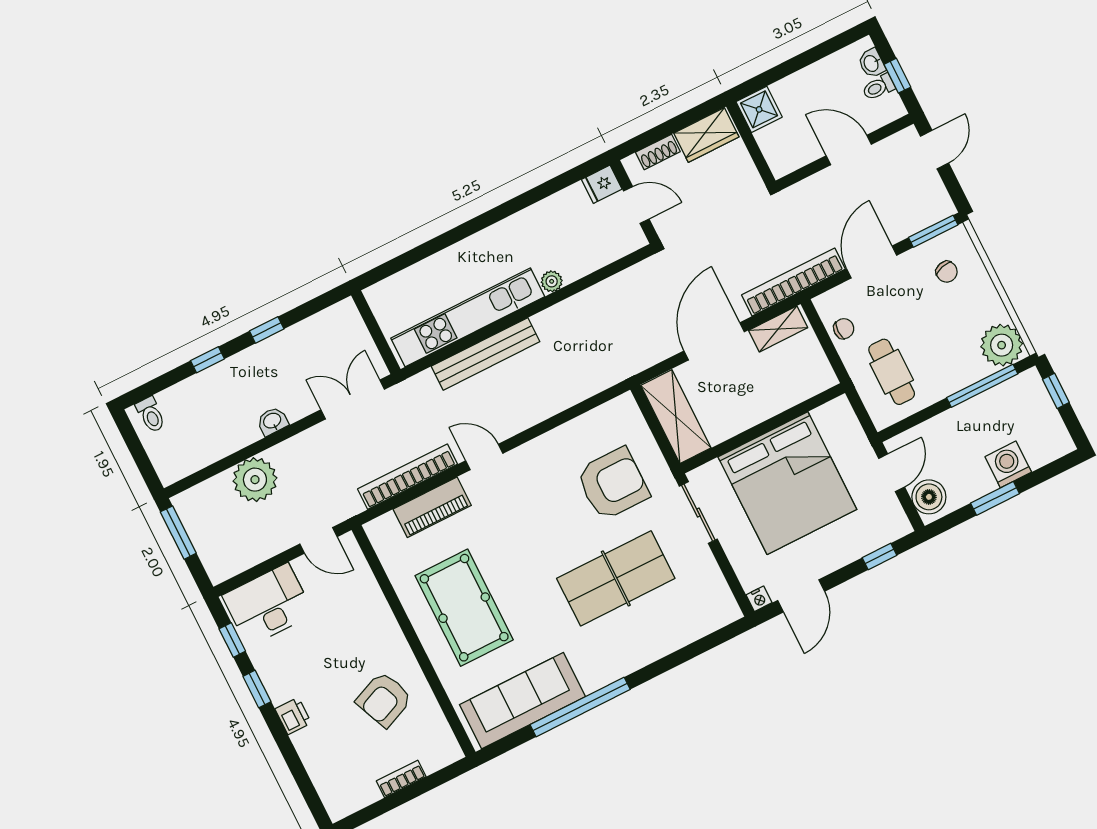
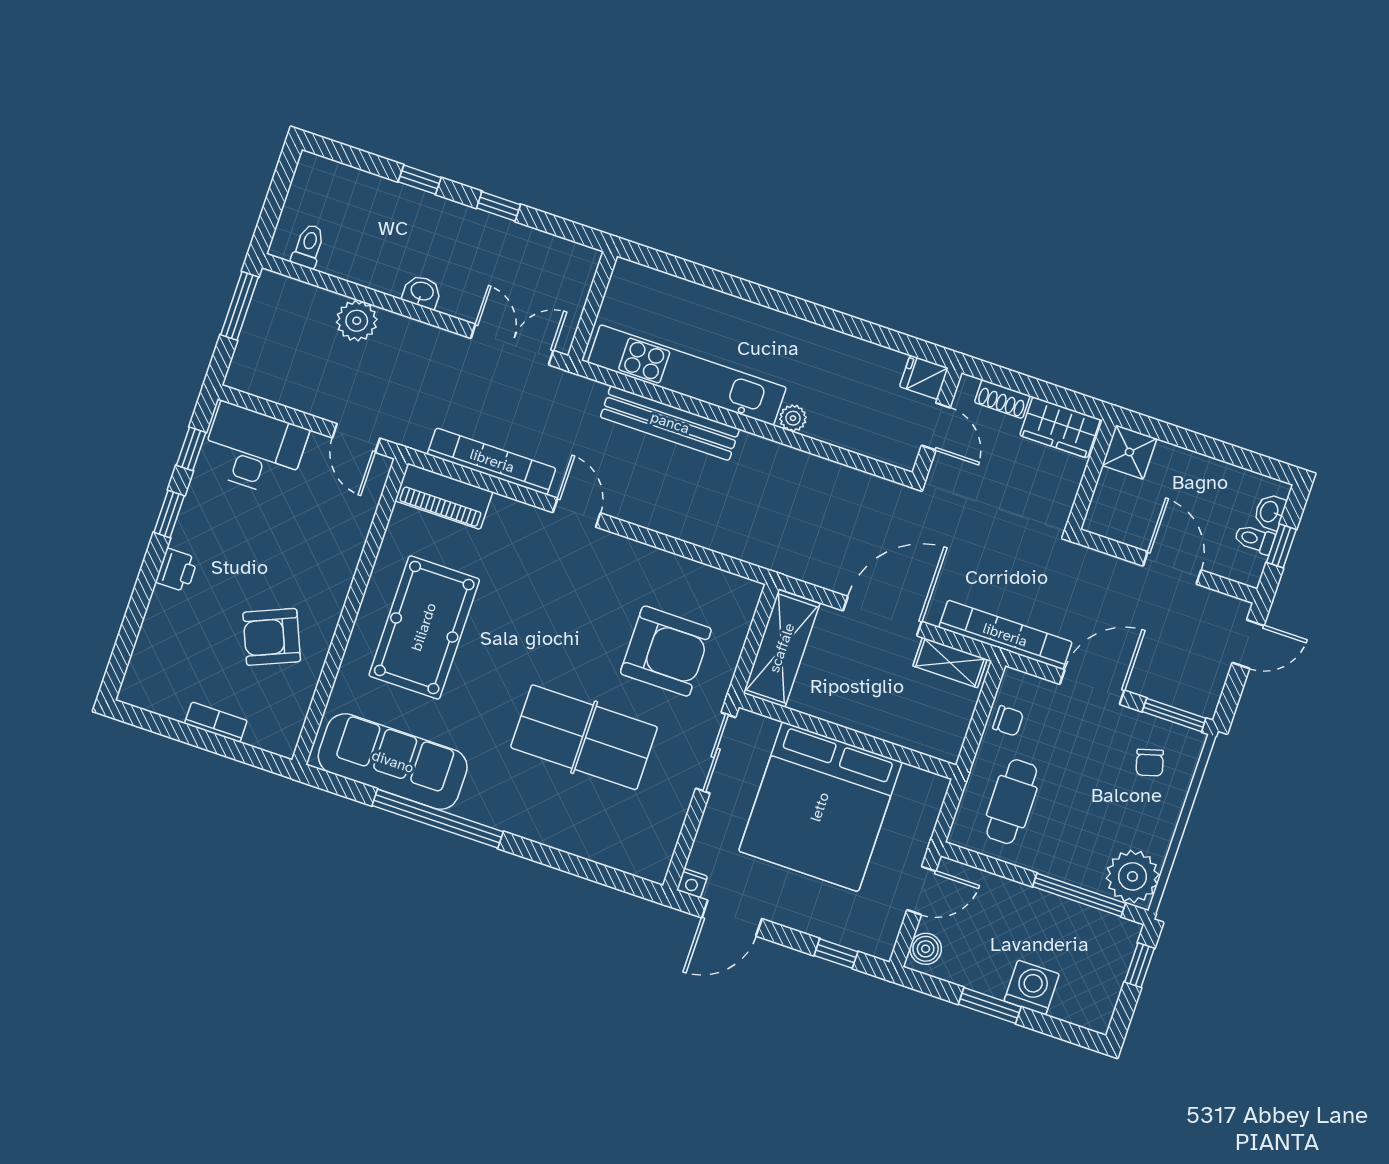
toilet: (151, 415) -> (308, 246), moved, turned 180
plant: (255, 480) -> (357, 321), width x0.73, depth x0.73
boiler: (929, 497) -> (926, 949), width x0.73, depth x0.73
piano: (432, 507) -> (444, 496), moved

